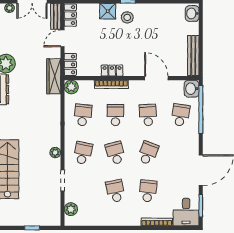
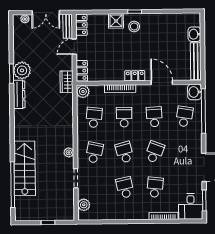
washbasin: (192, 13) -> (194, 34), moved
locker: (112, 71) -> (135, 76), moved
wardrobe: (54, 76) -> (67, 82), width x0.67

